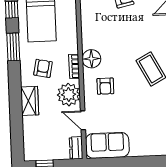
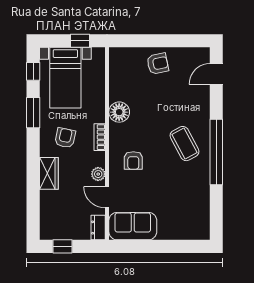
floor lamp: (91, 59) -> (119, 112), moved
plant: (69, 95) -> (98, 174), width x0.53, depth x0.53

